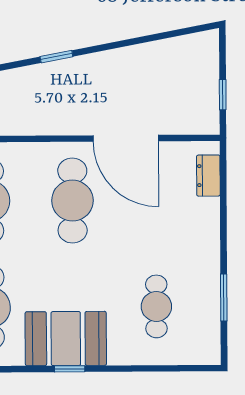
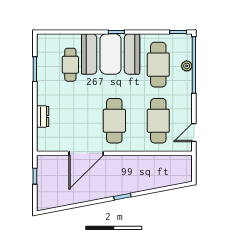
door: (126, 138) -> (86, 153), swing flipped
dresser: (208, 176) -> (43, 117), moved
booth: (66, 339) -> (111, 54), width x1.36, depth x1.42

